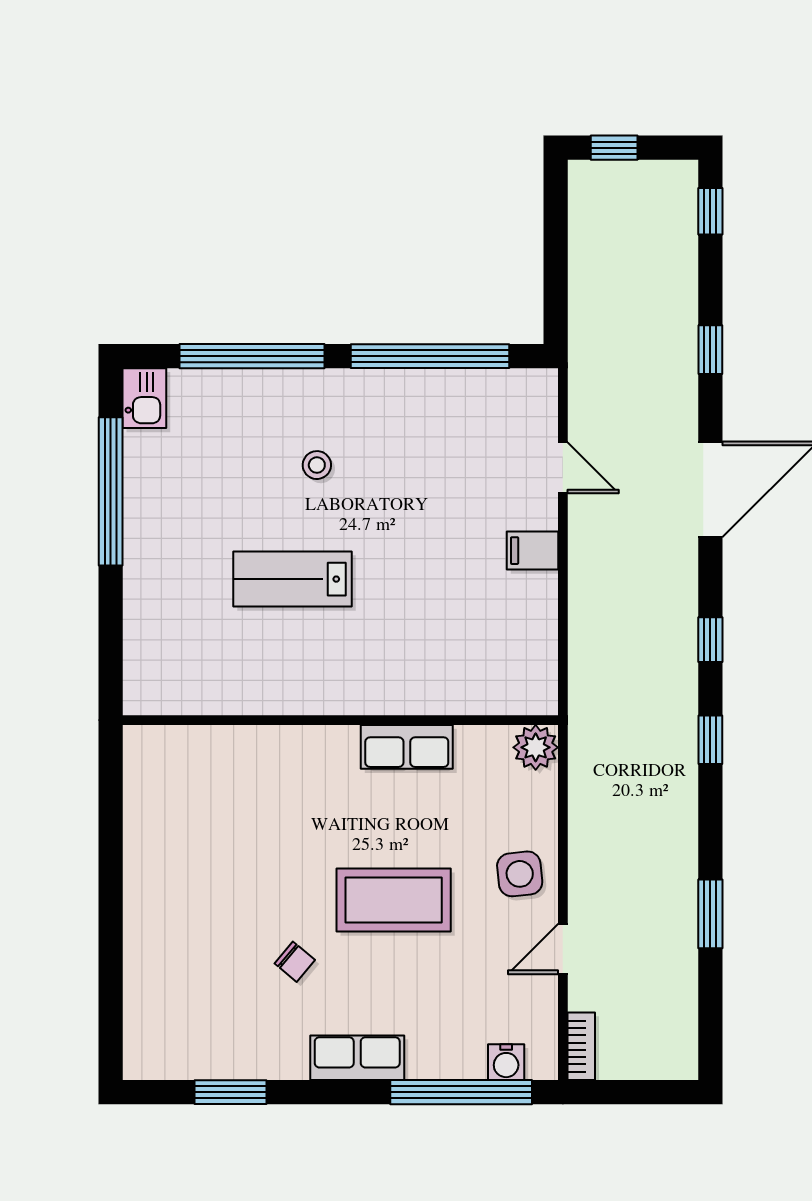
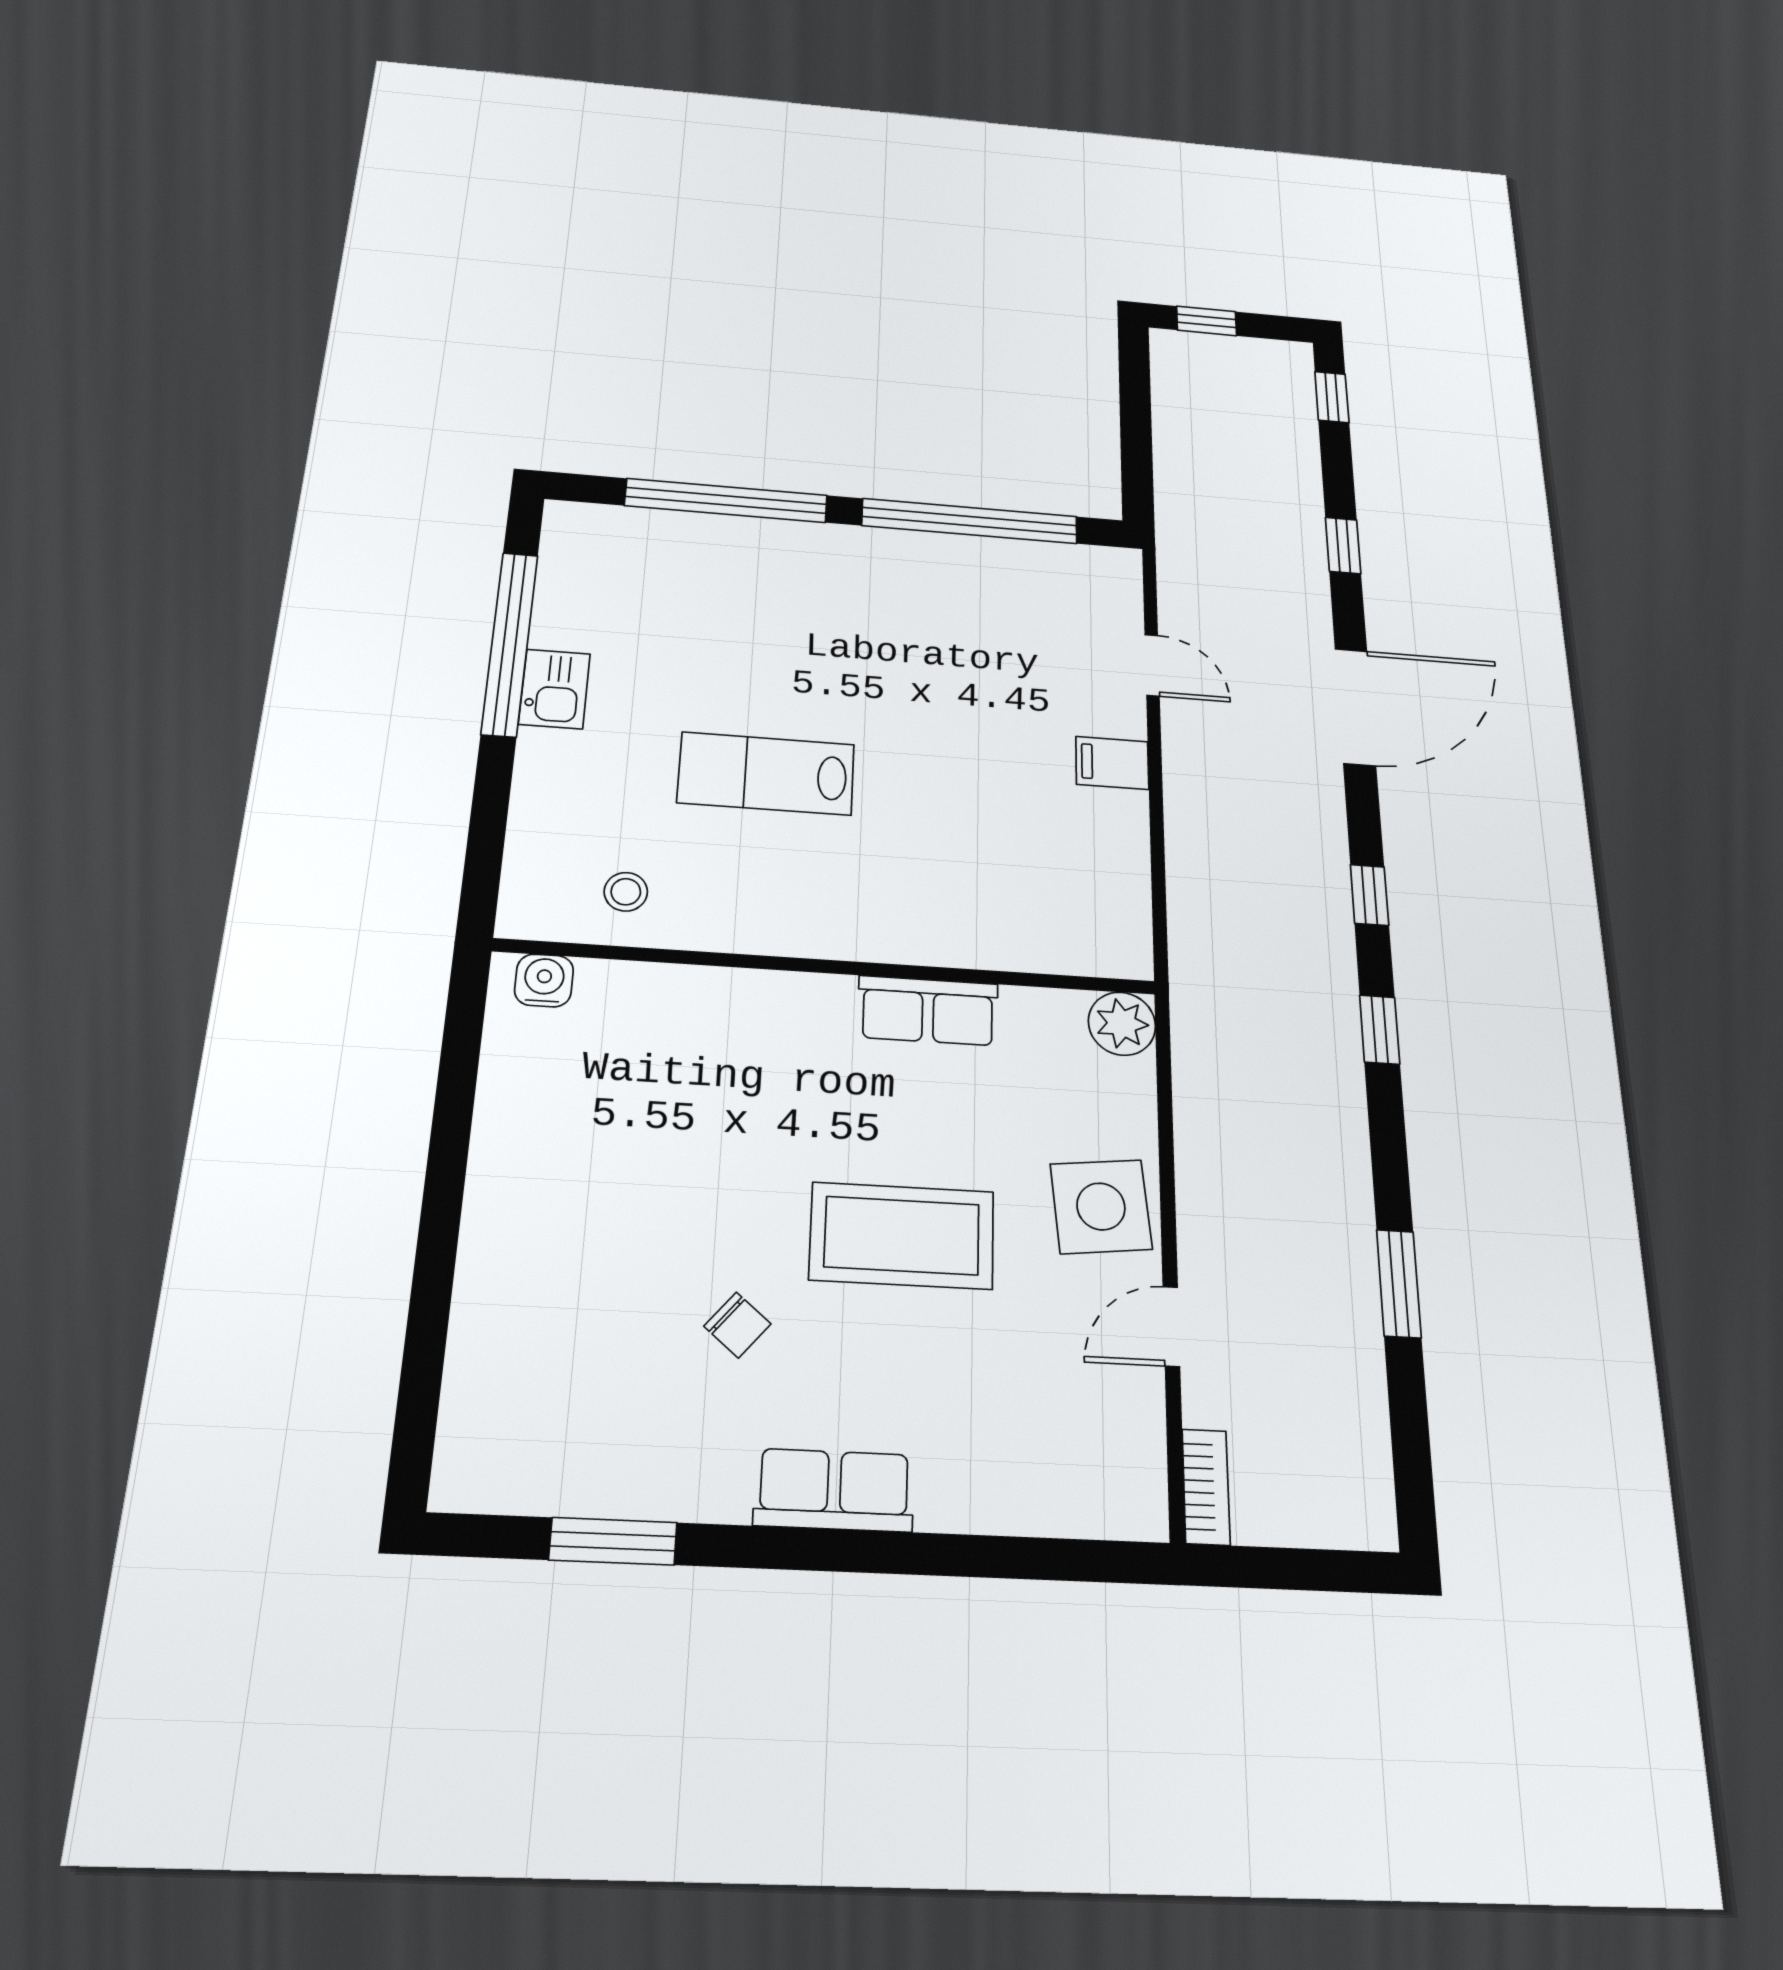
kitchen sink: (144, 398) -> (554, 689), moved
stool: (317, 465) -> (626, 892), moved
side table: (520, 874) -> (1101, 1206), width x1.37, depth x1.37
water cooler: (506, 1062) -> (544, 980), moved, turned 180
window: (461, 1092) -> (1008, 1557), removed

